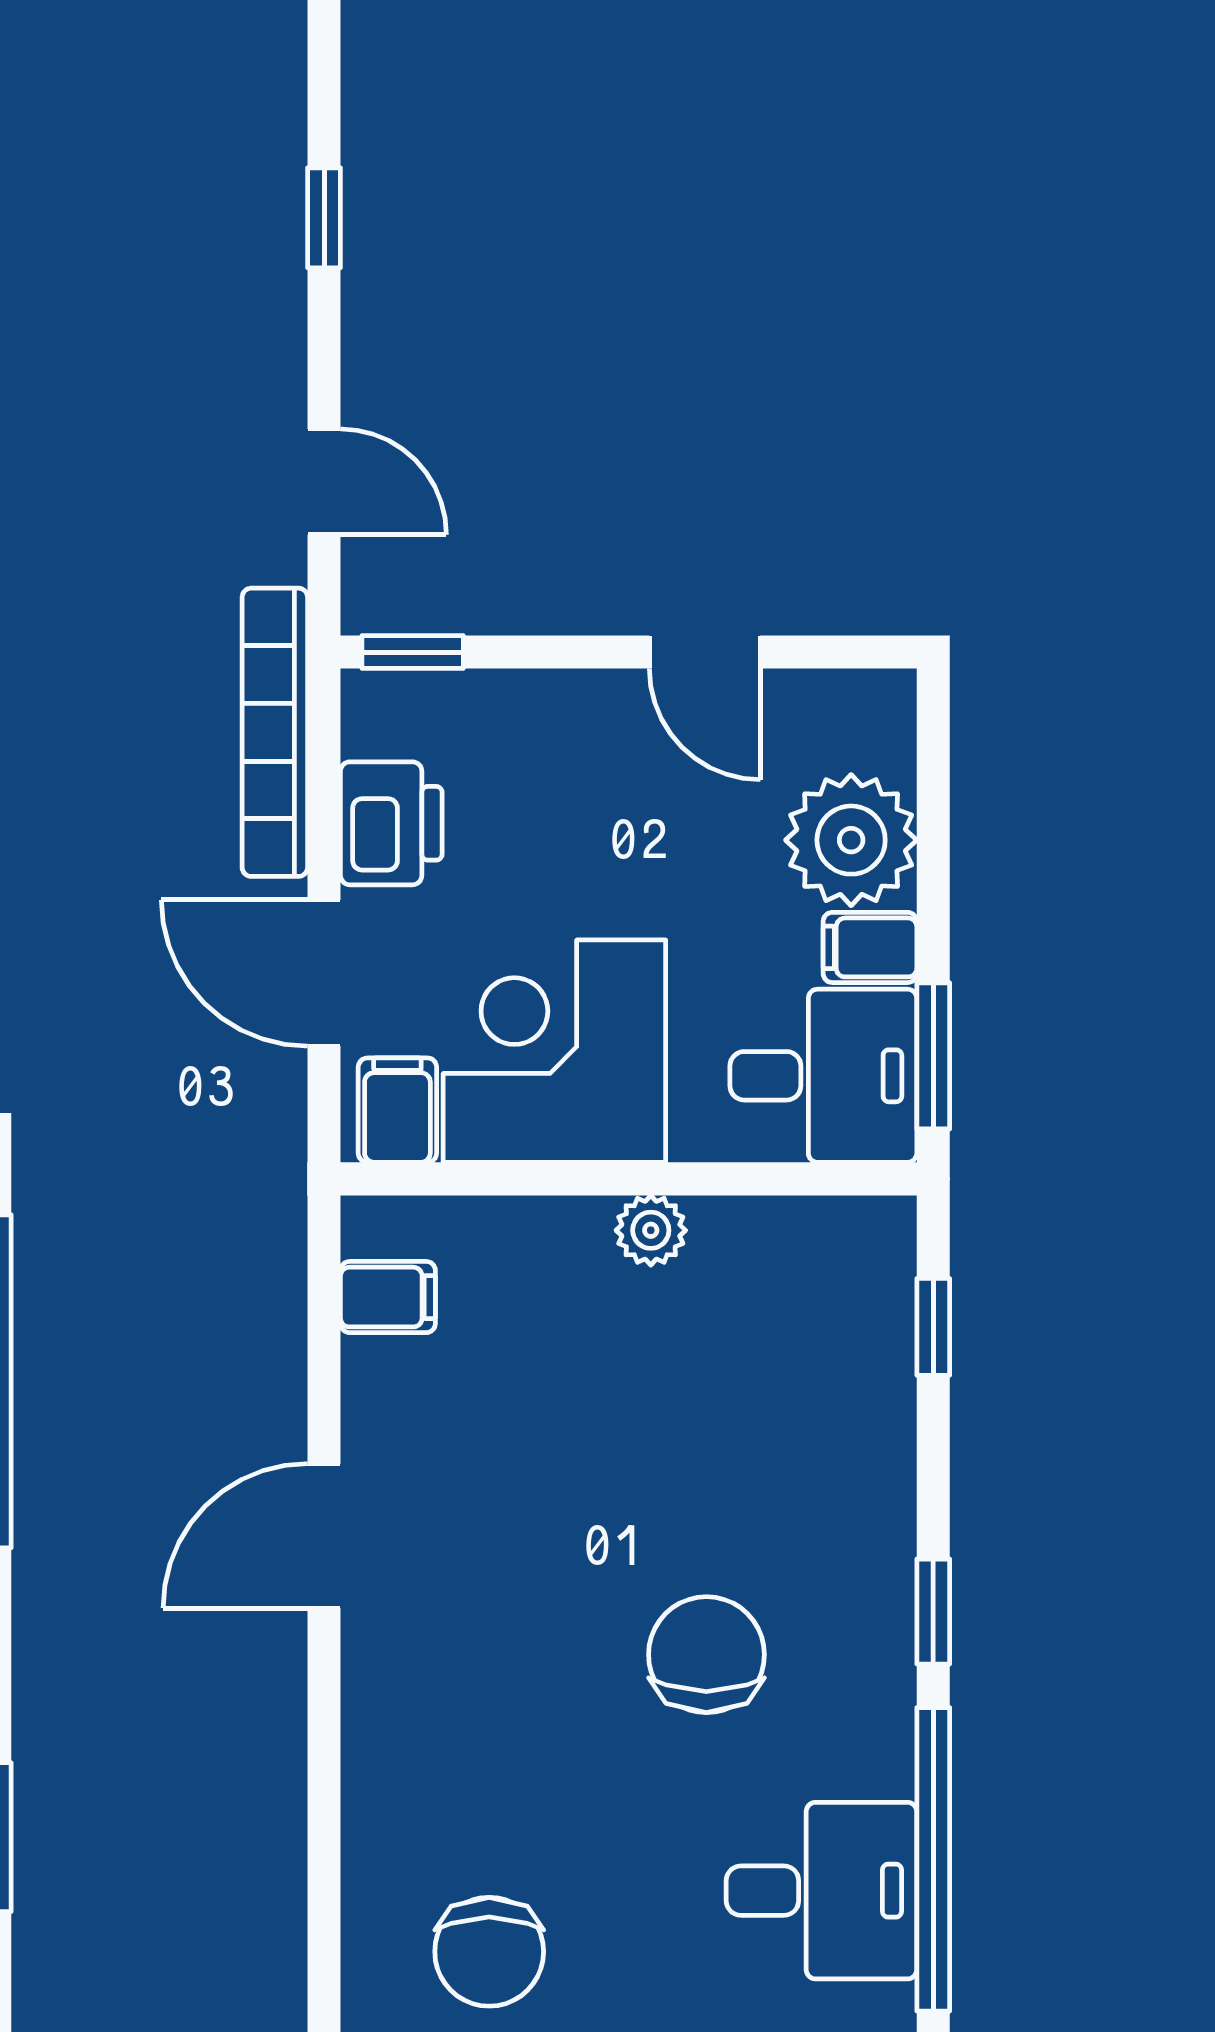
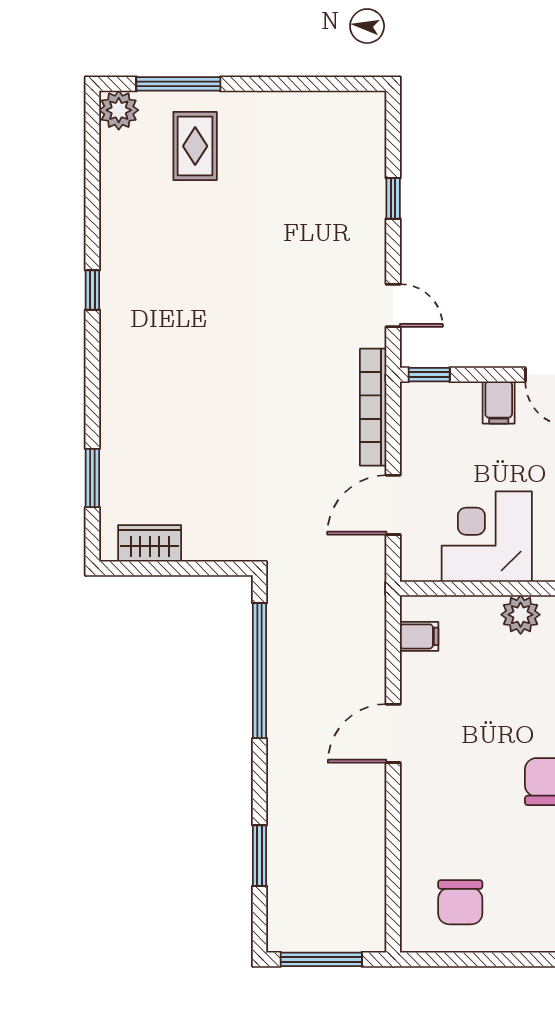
printer: (391, 823) -> (420, 444), removed
door: (324, 973) -> (393, 505), hinge flipped
filing cabinet: (397, 1110) -> (499, 402), moved, turned 180
plant: (651, 1230) -> (521, 615), width x1.38, depth x1.38

